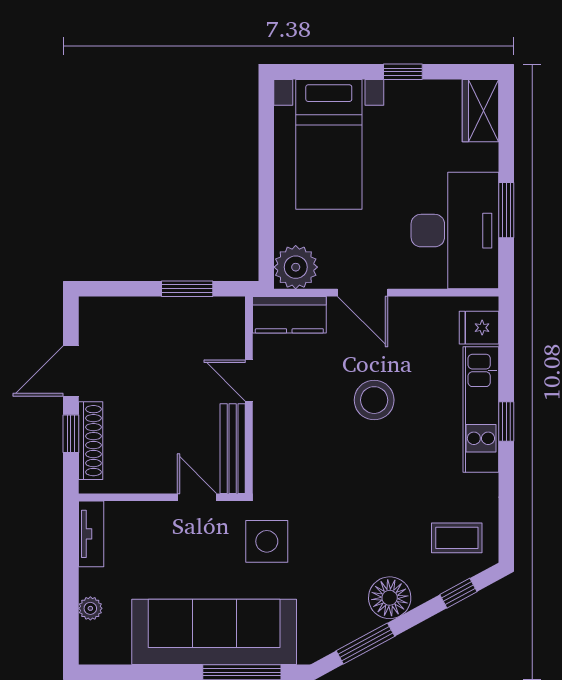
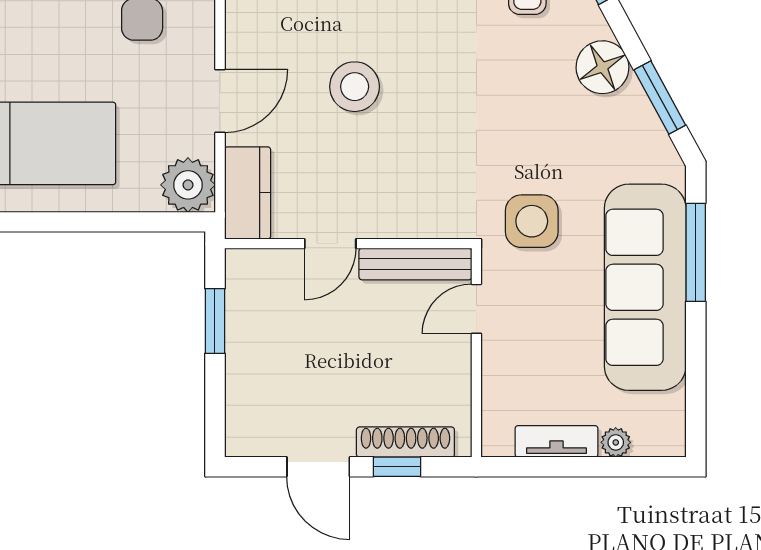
tv unit: (91, 534) -> (557, 441), moved

